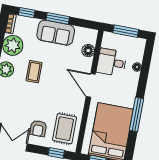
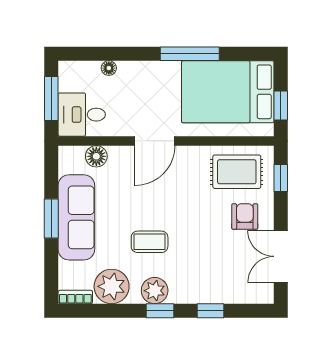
window: (27, 13) -> (51, 273), removed
sofa: (56, 33) -> (76, 217), width x1.36
desk: (112, 62) -> (82, 115), moved, turned 90
armchair: (38, 128) -> (245, 217), turned -90

